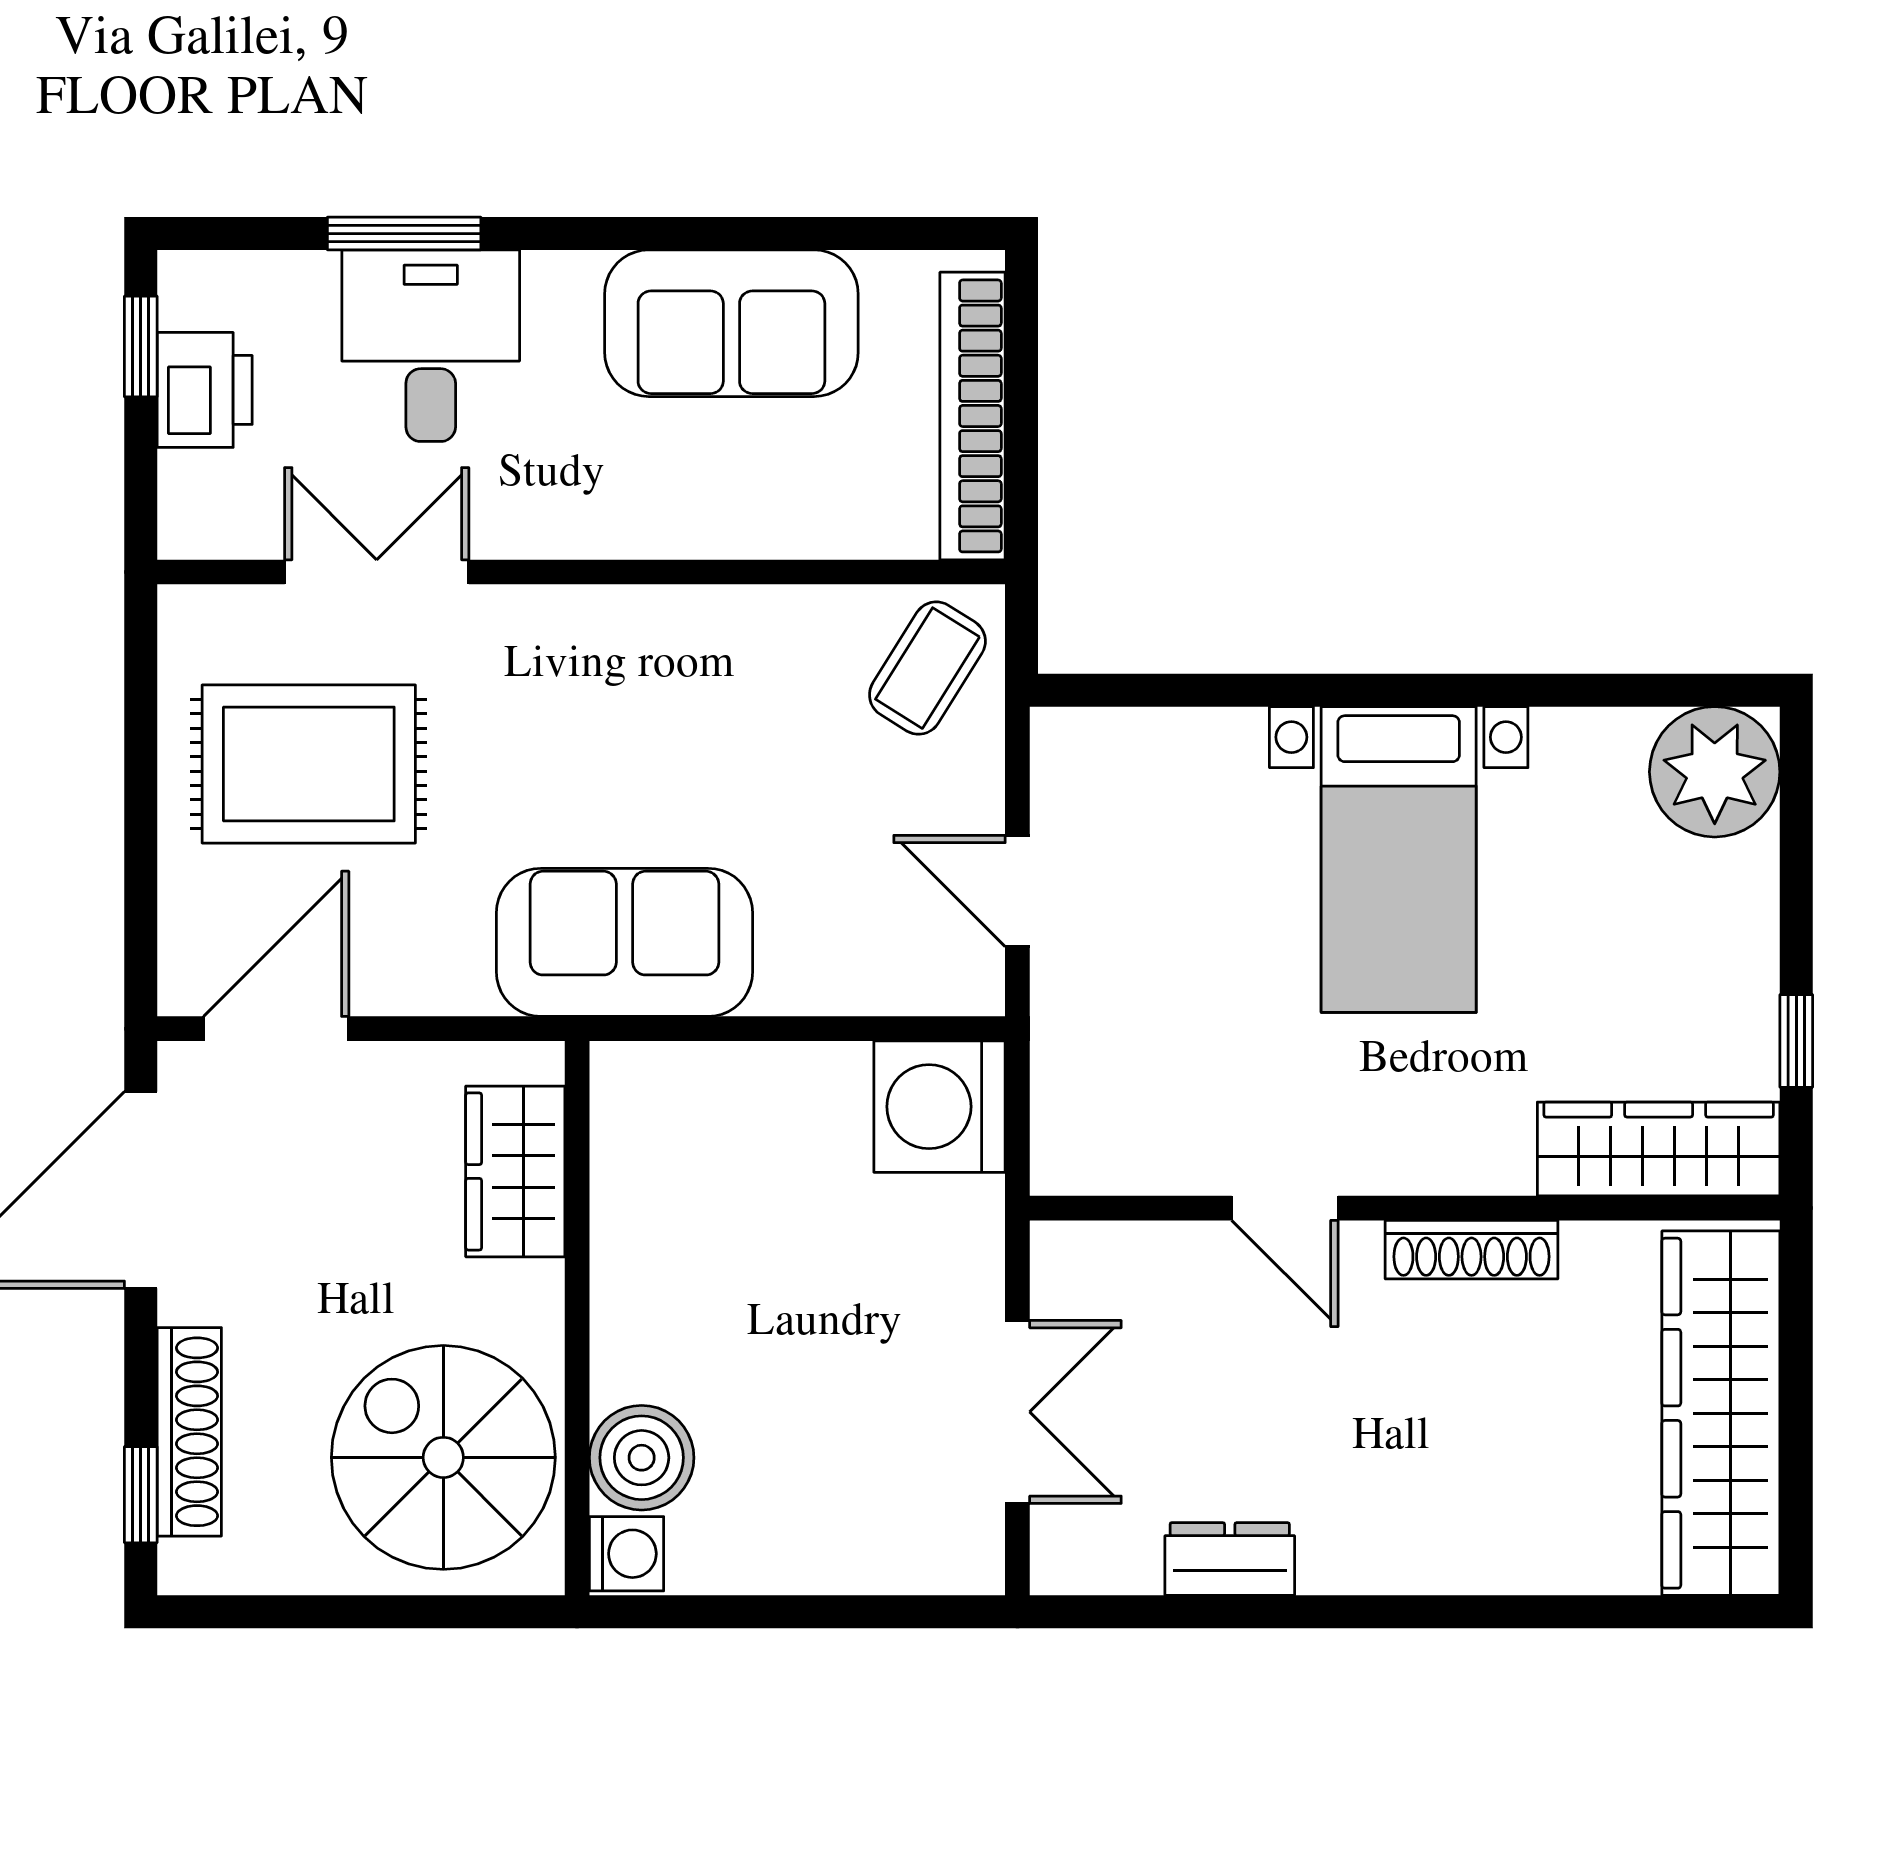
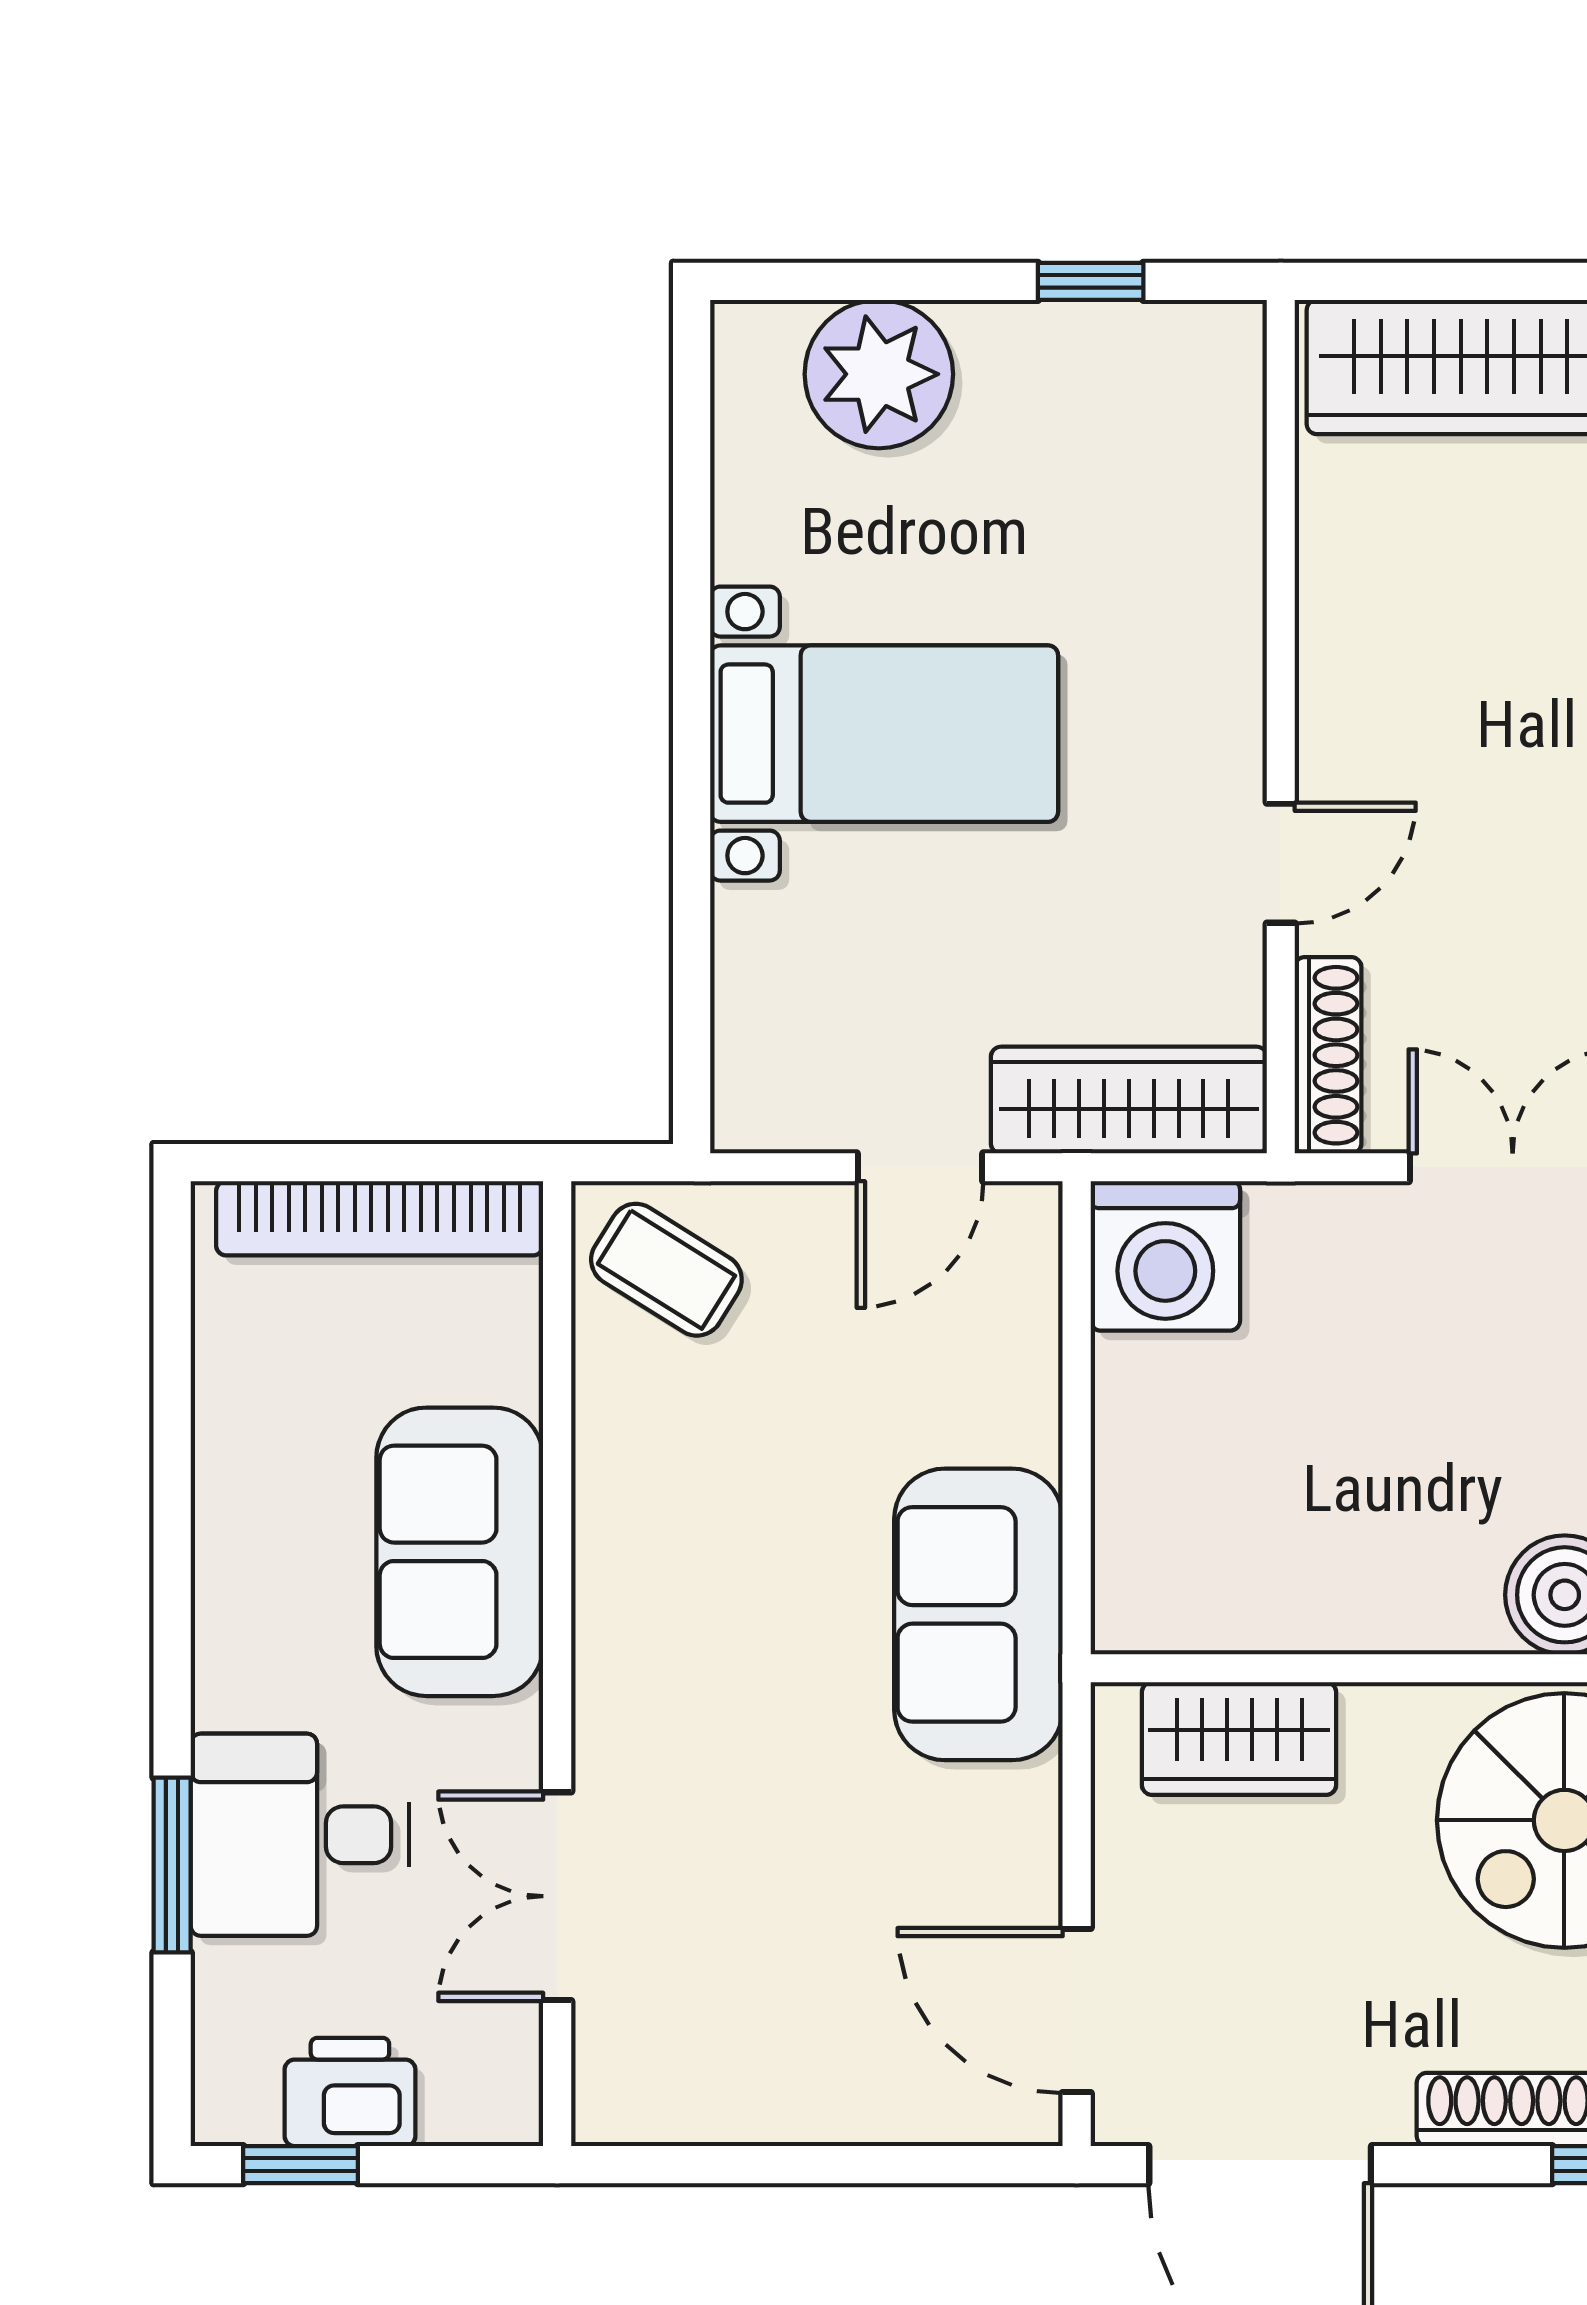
sofa: (731, 323) -> (460, 1552), moved, turned 180
rug: (309, 764) -> (776, 1973), removed
plant: (1715, 772) -> (879, 374), moved
wardrobe: (1659, 1149) -> (1129, 1100), moved, turned 90
shoe rack: (1471, 1250) -> (1328, 1055), moved

